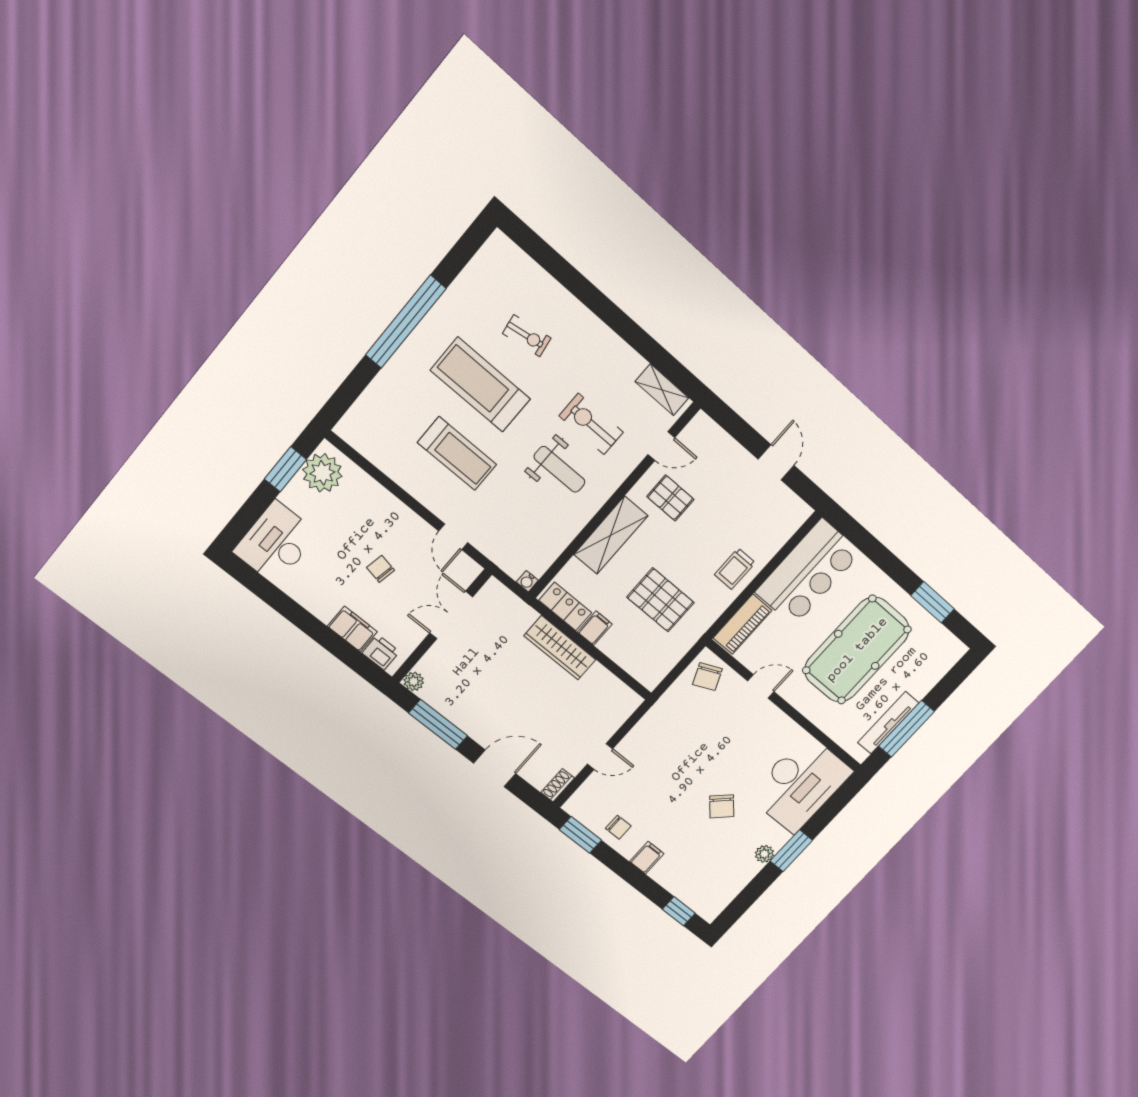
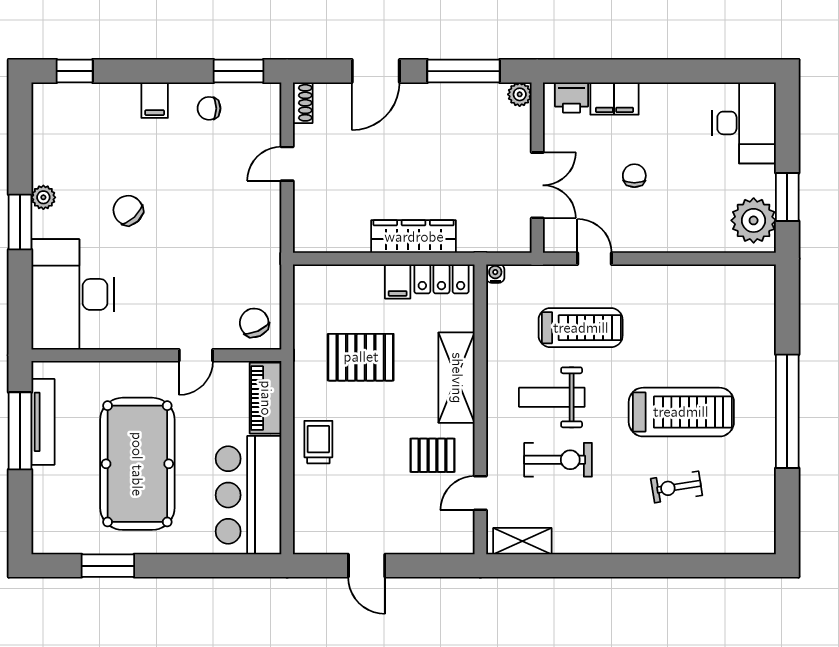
treadmill: (457, 454) -> (581, 328), moved, turned 180
chair: (381, 569) -> (634, 176), turned -101

